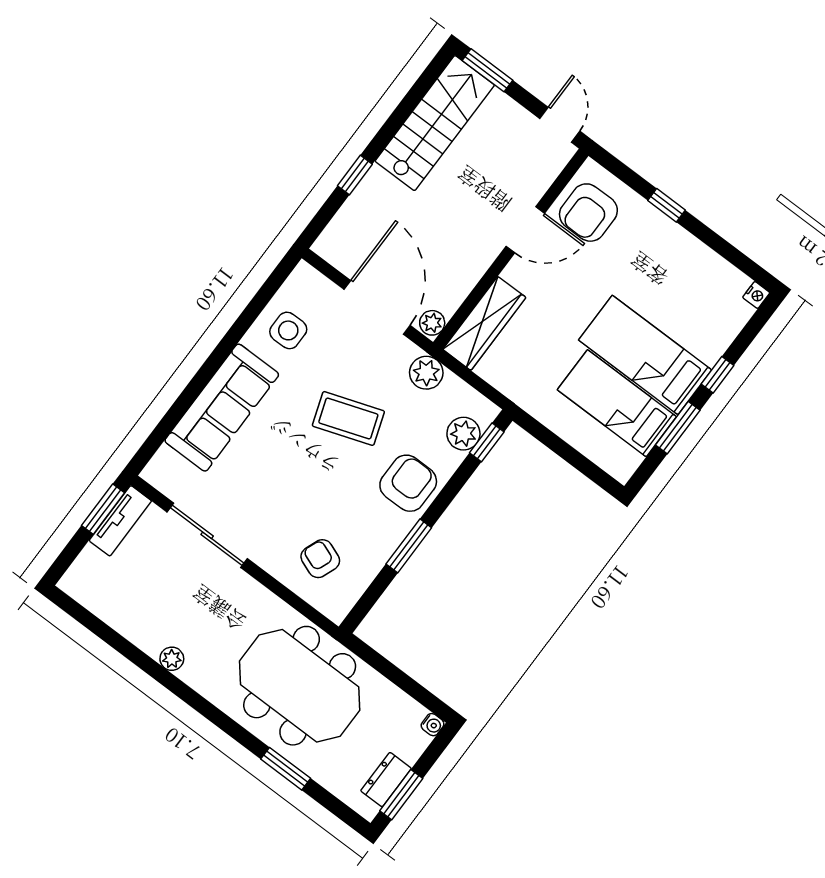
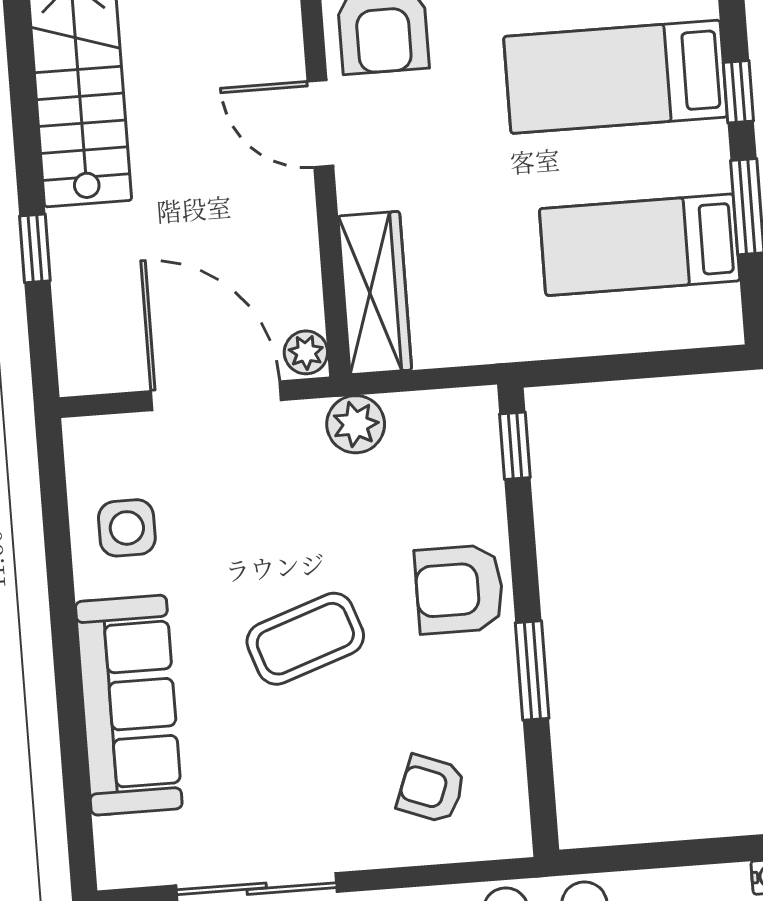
door: (525, 230) -> (320, 124), swing flipped
bed: (645, 355) -> (615, 77), moved
coffee table: (348, 418) -> (305, 639), moved
plant: (463, 434) -> (474, 461), removed
armchair: (408, 483) -> (459, 589), turned -90

